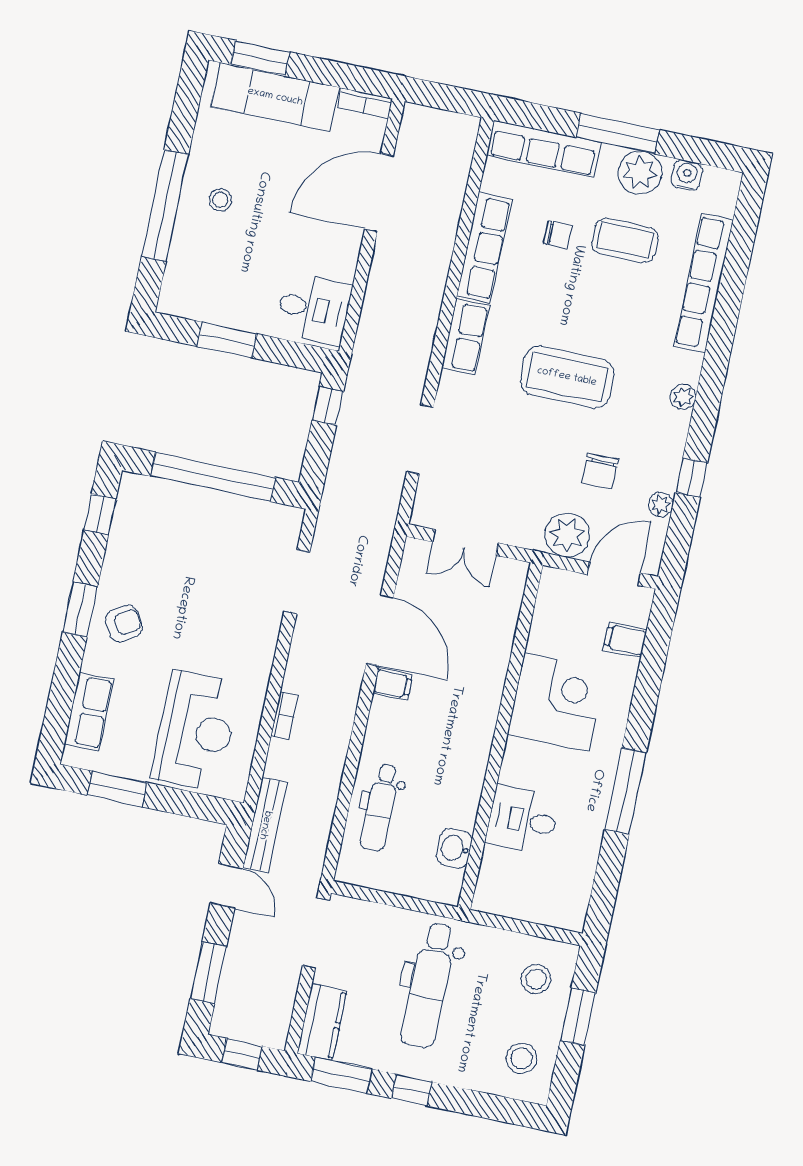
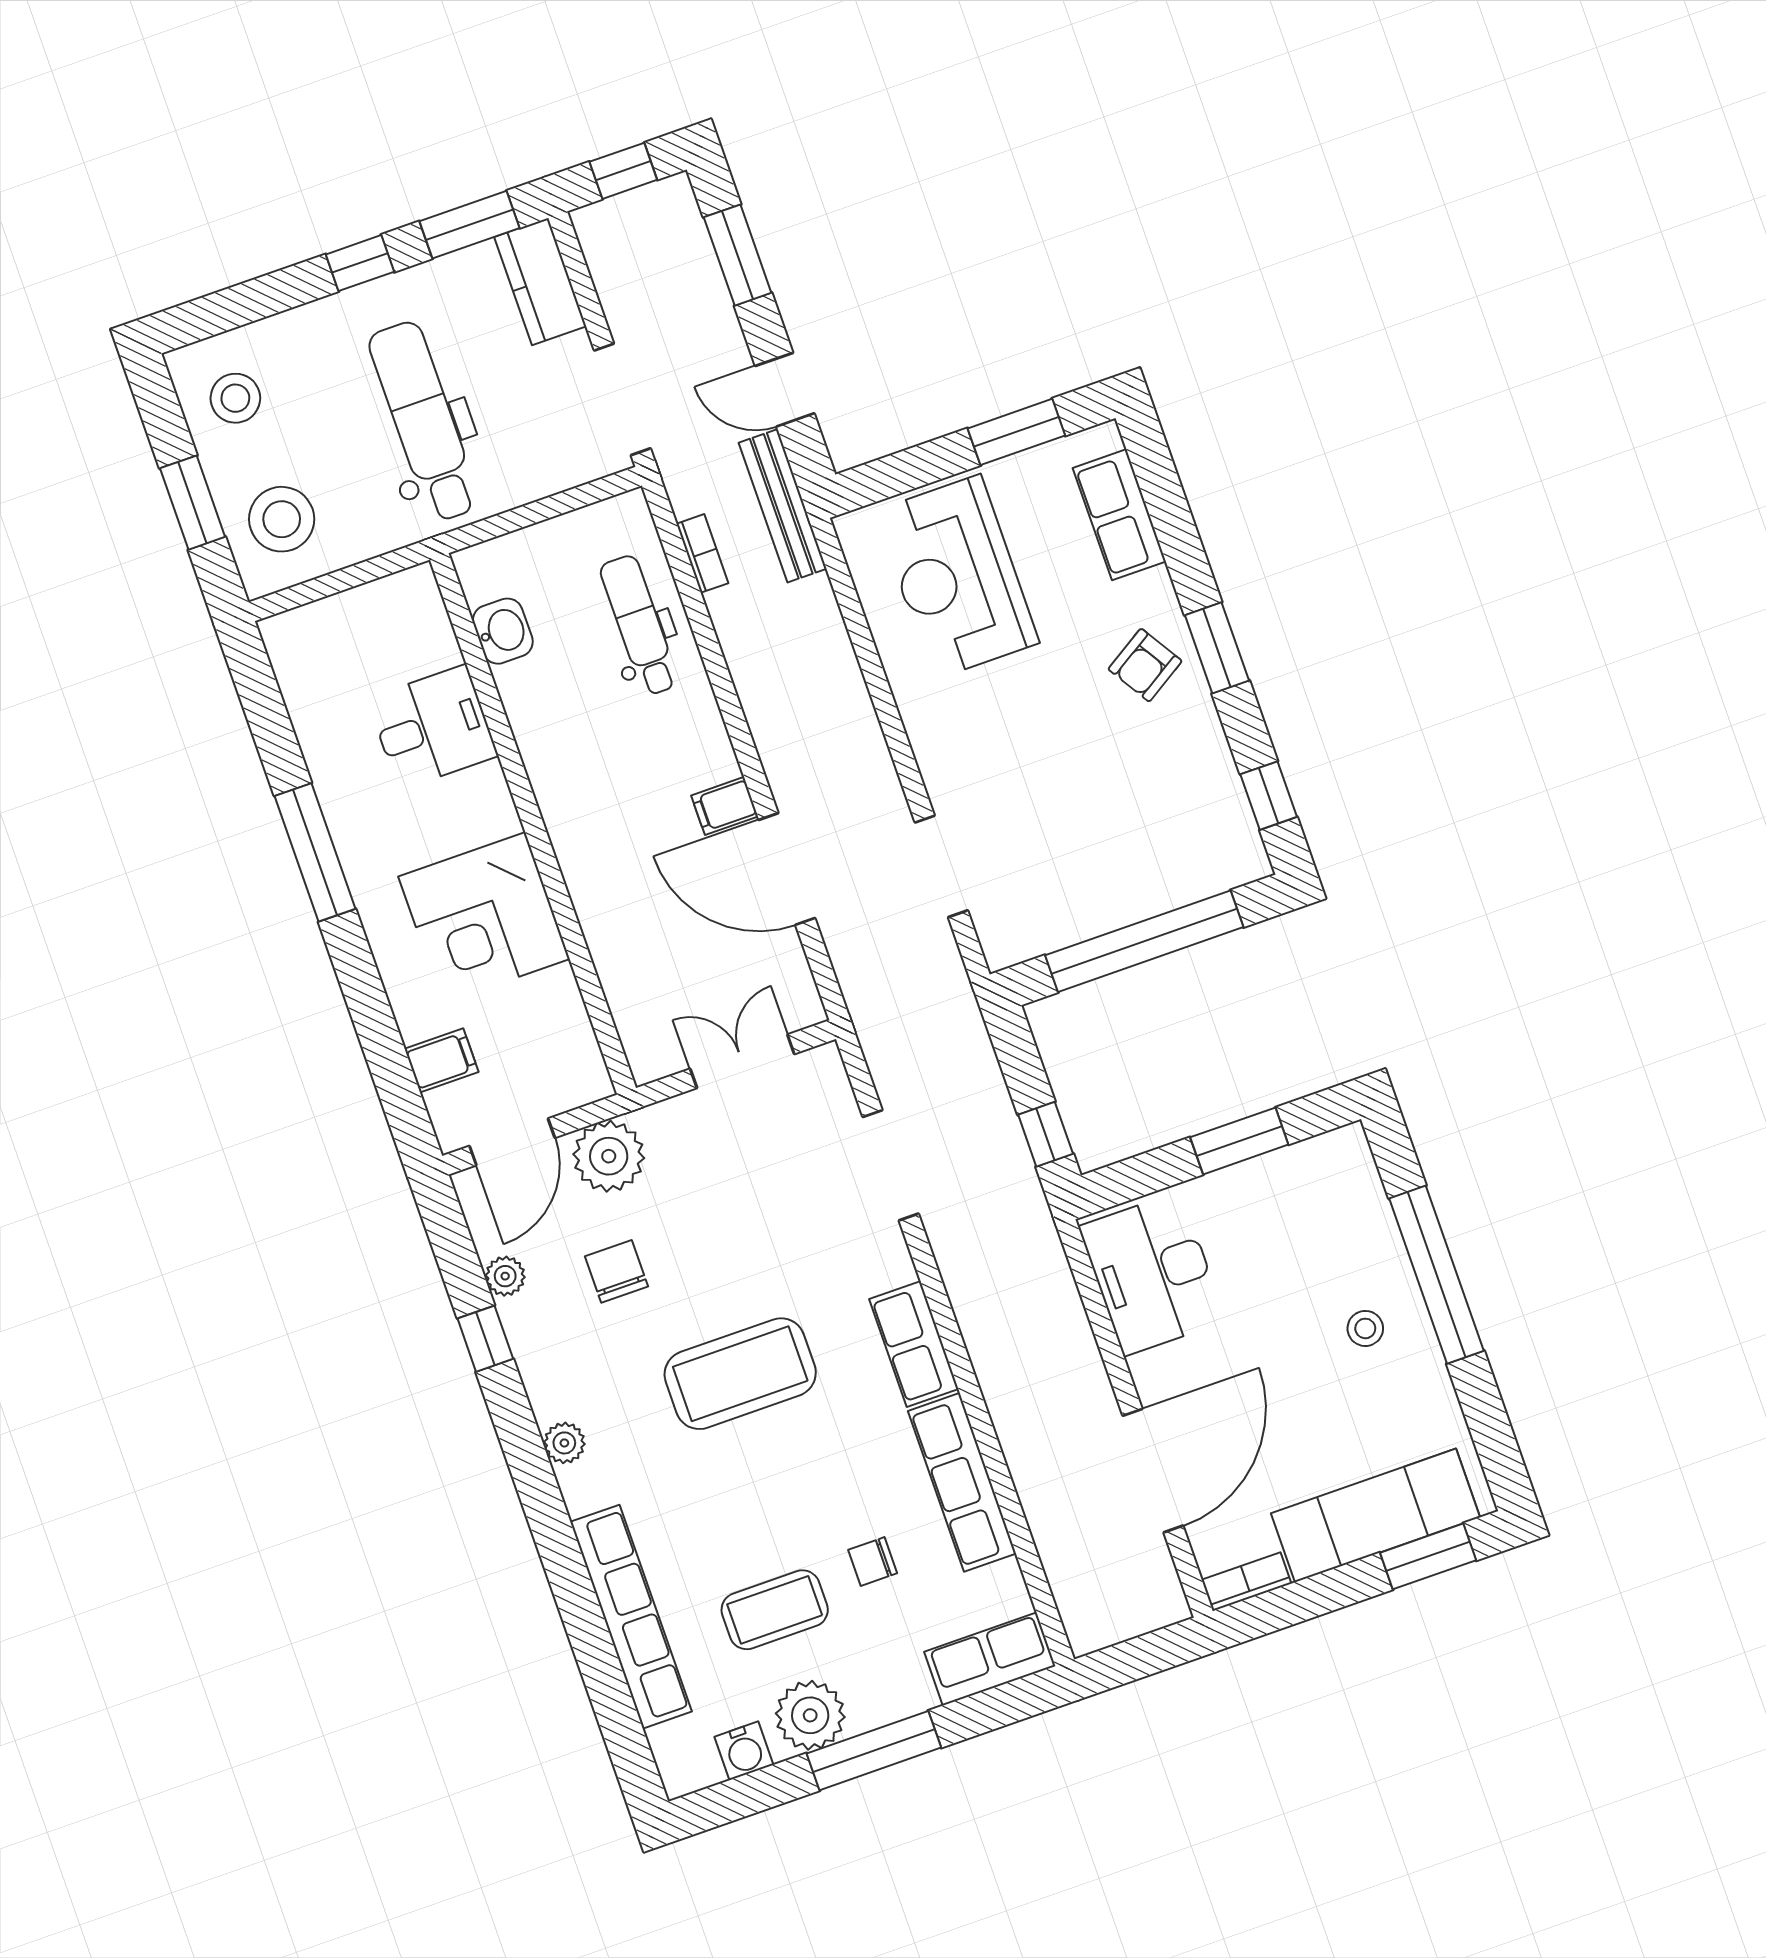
row of seats: (544, 149) -> (990, 1659), width x0.68
desk: (314, 309) -> (1152, 1274), width x1.37
bookcase: (284, 715) -> (702, 553), moved, turned 180
stool: (536, 979) -> (282, 519), width x1.38, depth x1.38

